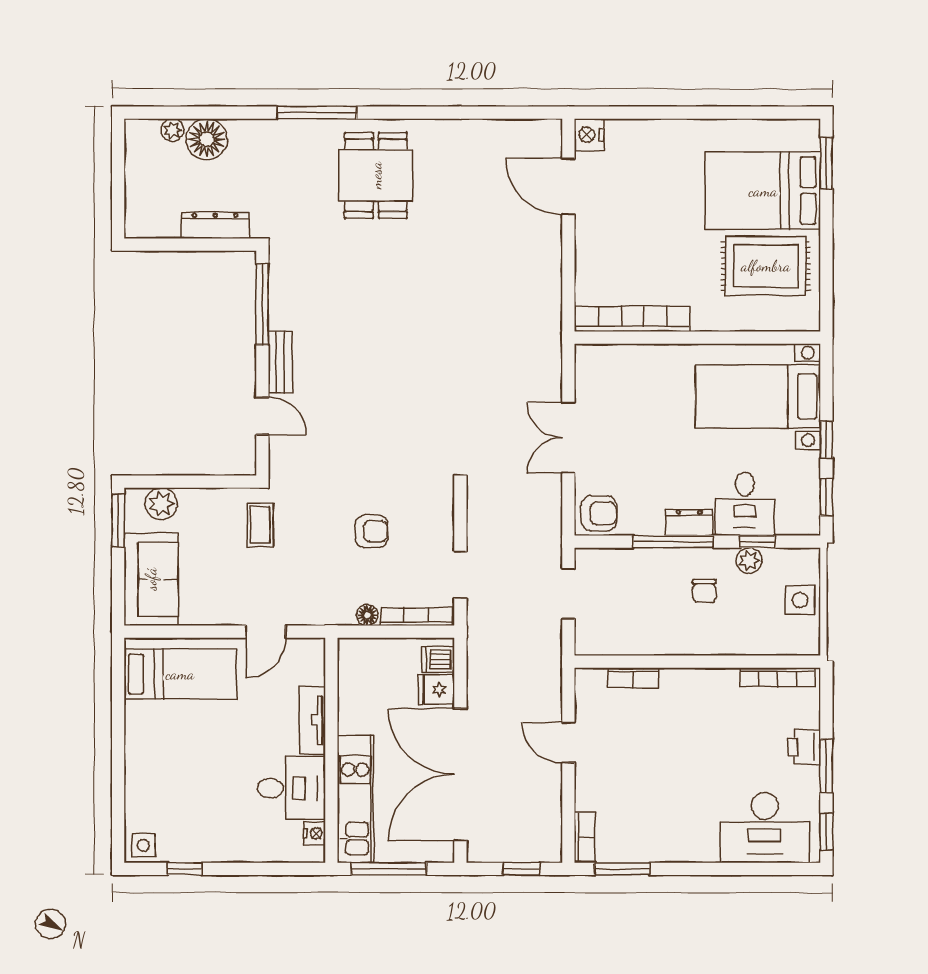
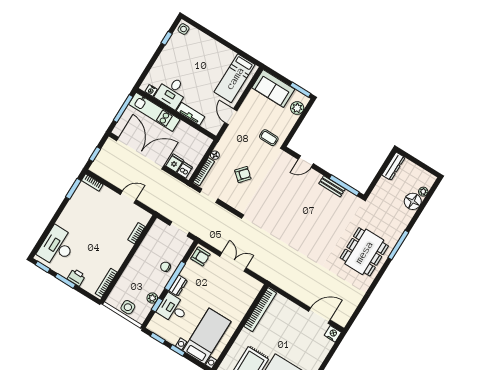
dining table: (376, 175) -> (364, 252), width x1.38
dresser: (215, 225) -> (393, 166), moved
bench: (280, 362) -> (332, 186), moved
armchair: (599, 513) -> (200, 256), turned -90
armchair: (372, 531) -> (243, 175), turned -139
chair: (704, 591) -> (165, 267), moved

